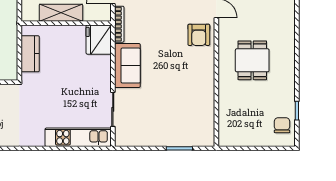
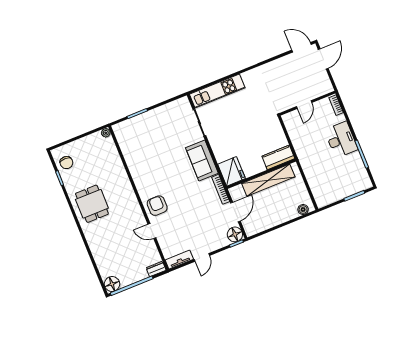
shelving: (61, 13) -> (268, 180), width x1.47
kitchen counter: (30, 54) -> (278, 157), moved, turned 90
dining table: (252, 60) -> (92, 204), moved
plant: (224, 141) -> (106, 133), added

